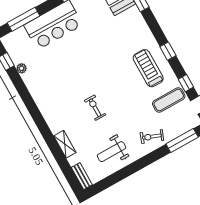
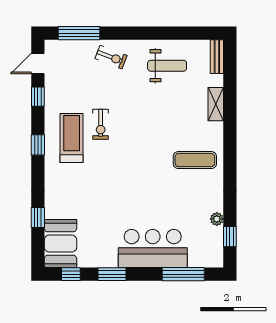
treadmill: (148, 68) -> (72, 138), turned 180
exercise mat: (169, 100) -> (195, 160), moved
exercise bike: (95, 108) -> (101, 124), moved

